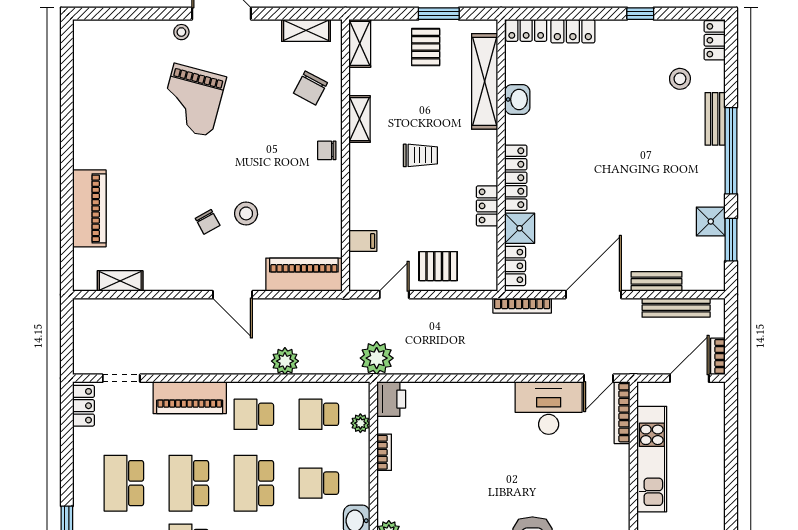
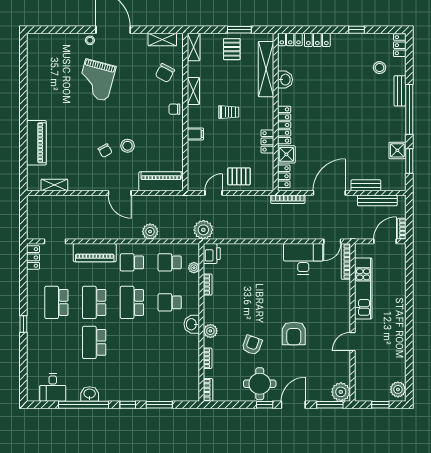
filing cabinet: (363, 241) -> (195, 134), moved

